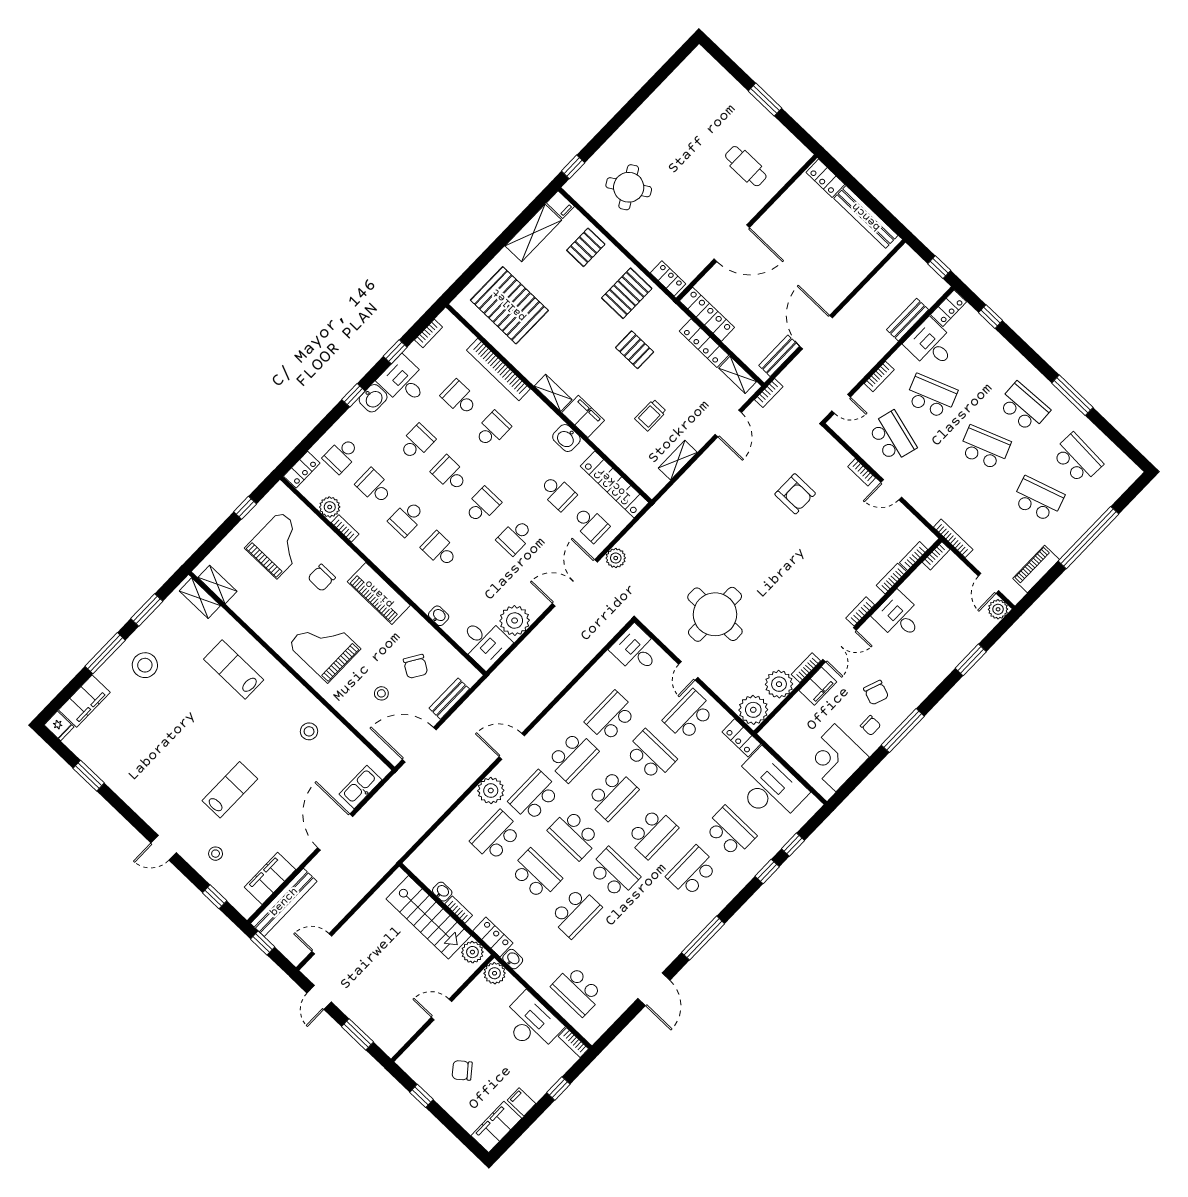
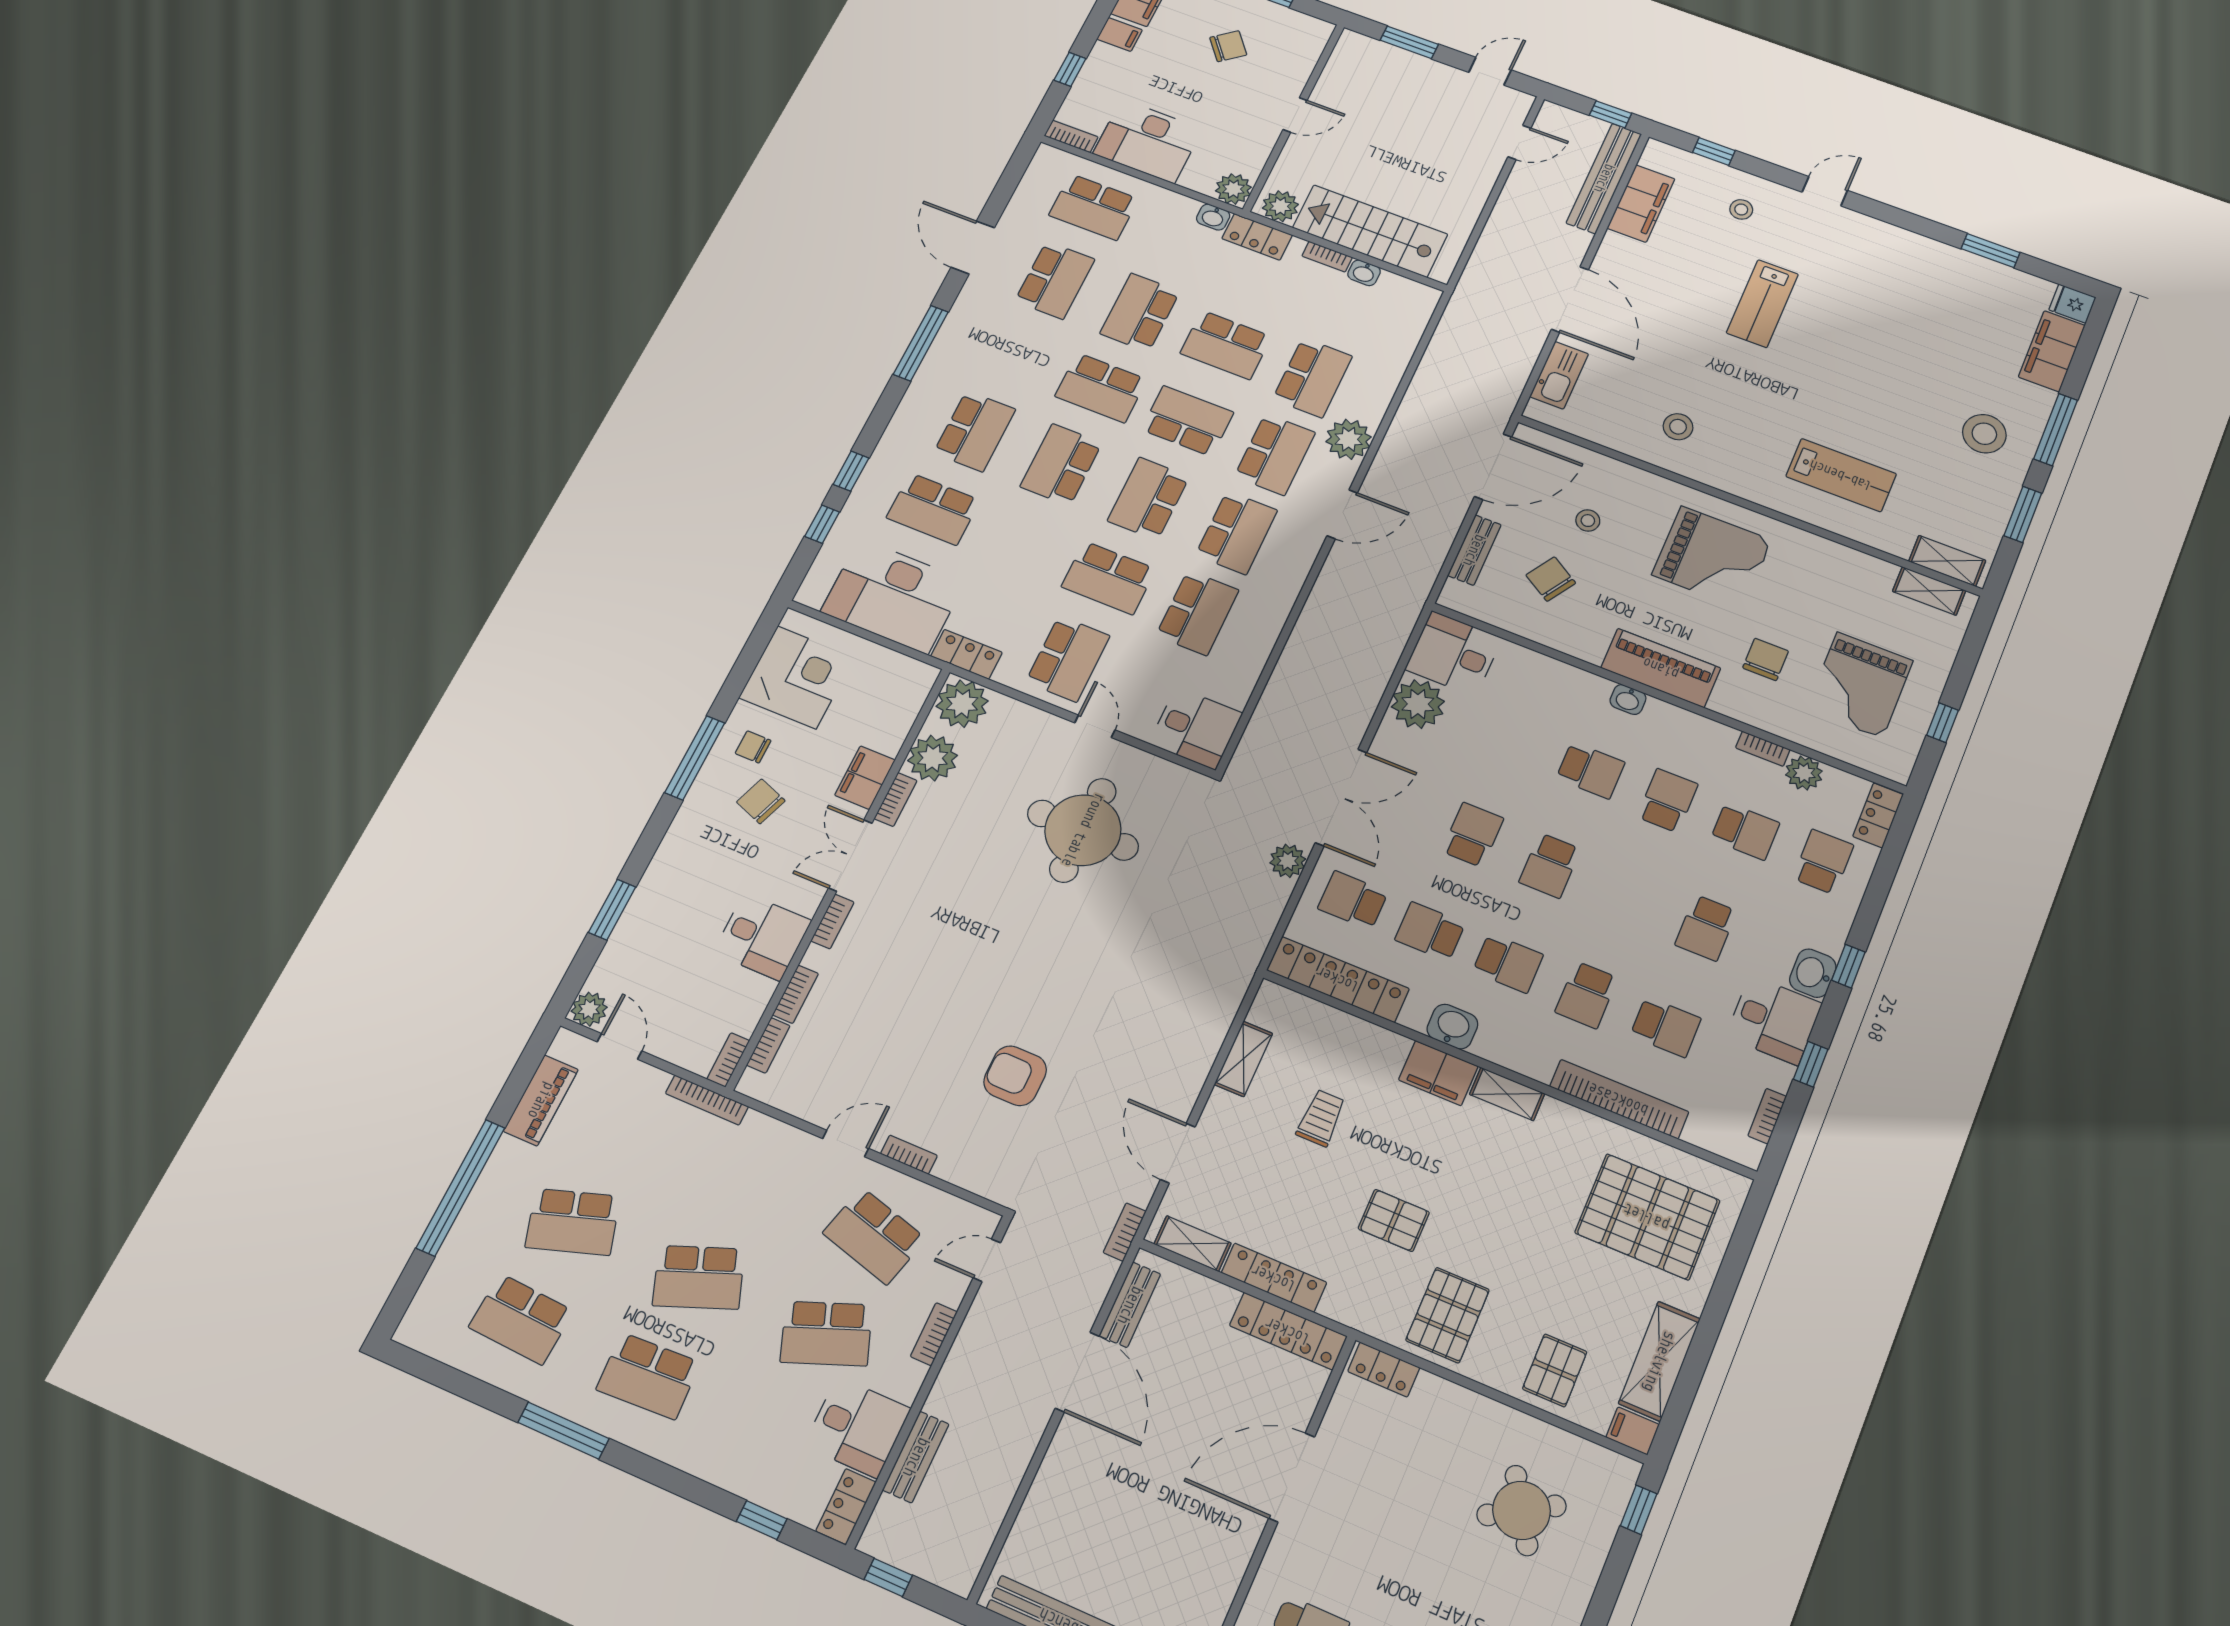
school desk: (450, 474) -> (1508, 963), moved
washbasin: (439, 616) -> (1628, 700), moved
school desk: (572, 756) -> (1237, 533), turned 180
school desk: (615, 951) -> (1055, 280), added
school desk: (577, 991) -> (1094, 207), turned 180
door: (319, 997) -> (1490, 71), hinge flipped

